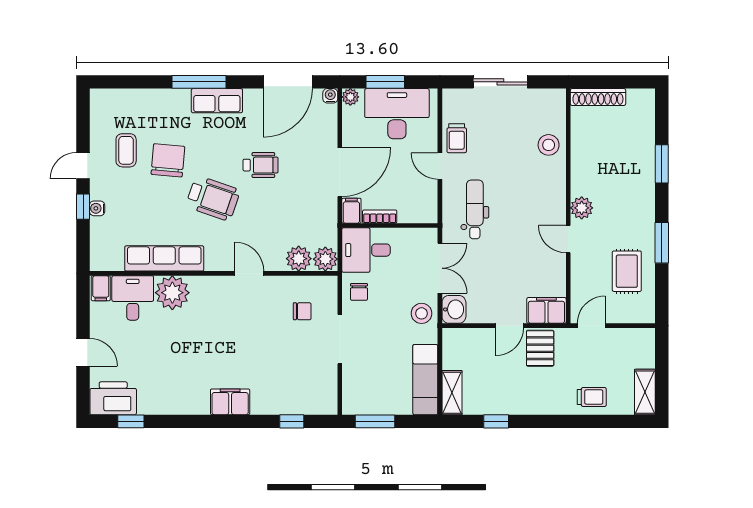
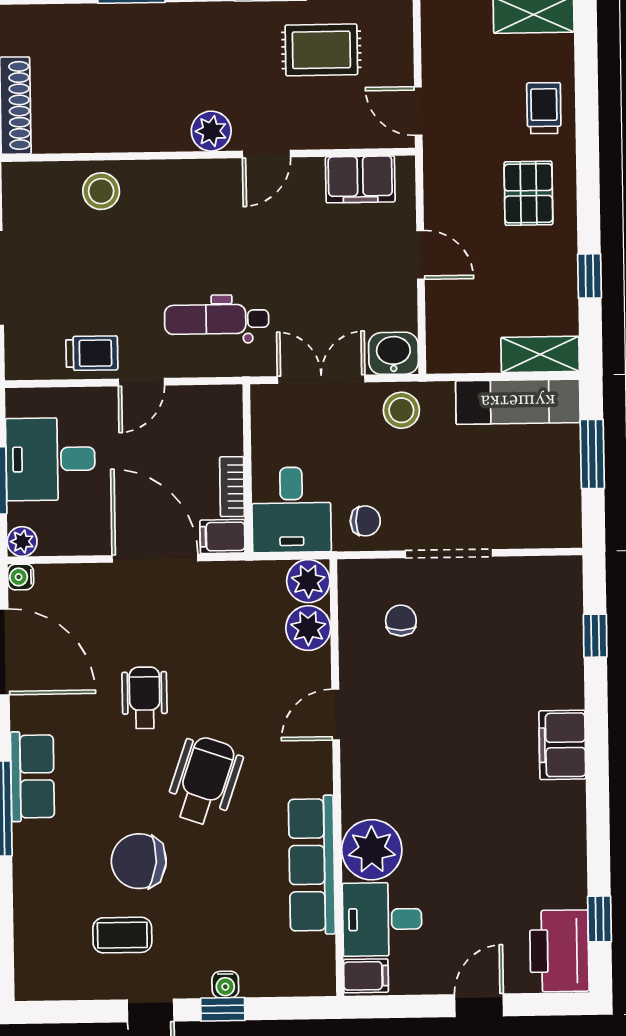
desk: (397, 114) -> (50, 459), width x0.73
filing cabinet: (546, 310) -> (360, 179), moved, turned -90
pallet: (540, 348) -> (528, 193), moved, turned 90
window: (375, 421) -> (592, 454), moved

